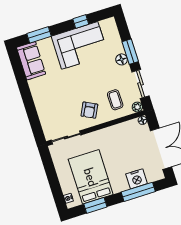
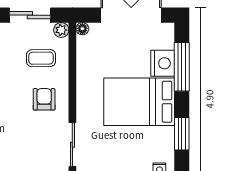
armchair: (89, 110) -> (44, 99), turned -117
bed: (91, 177) -> (139, 102), moved

